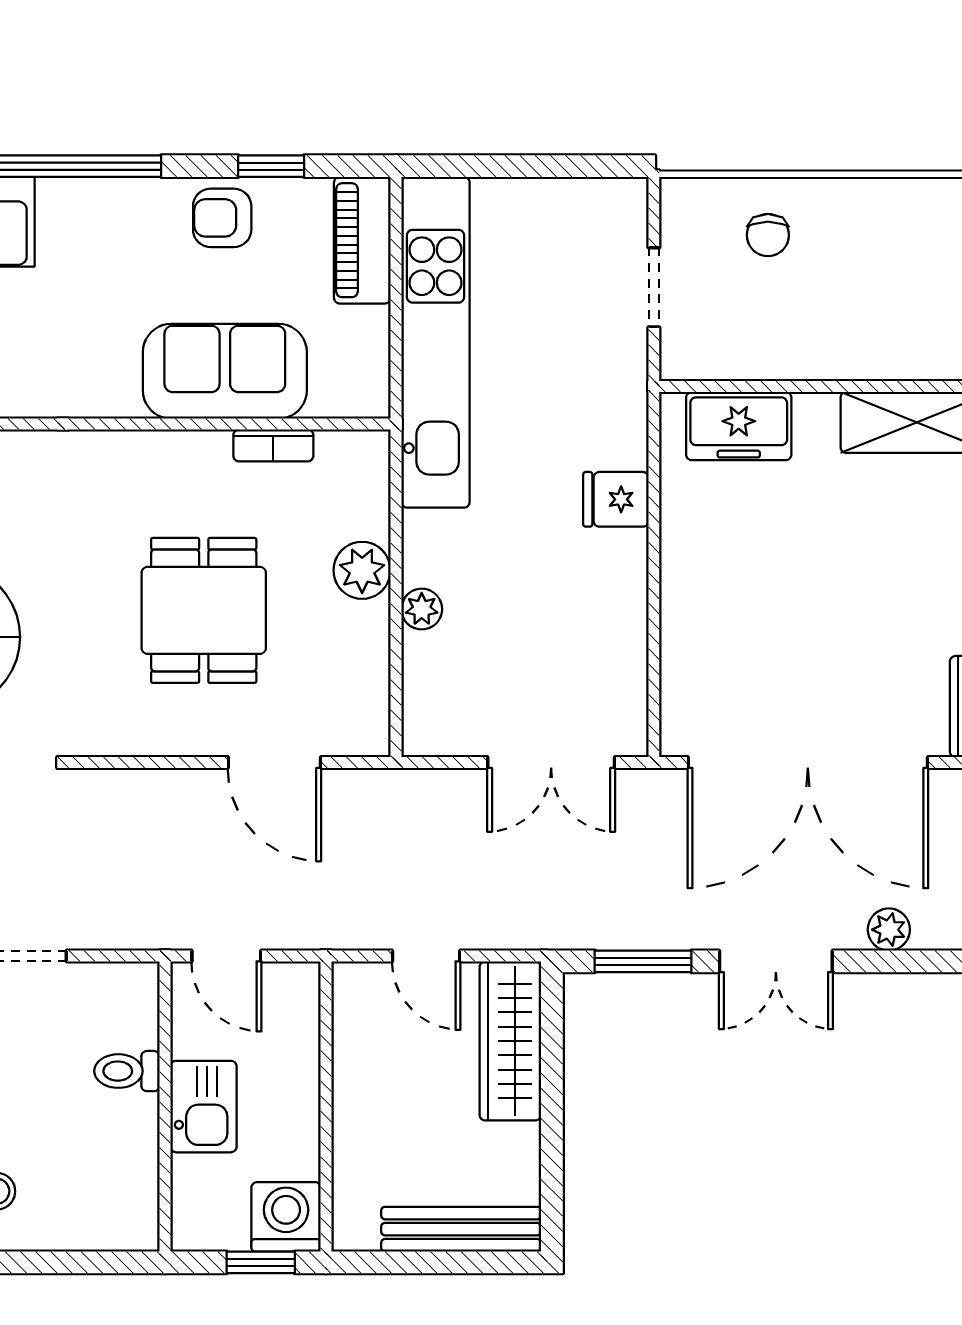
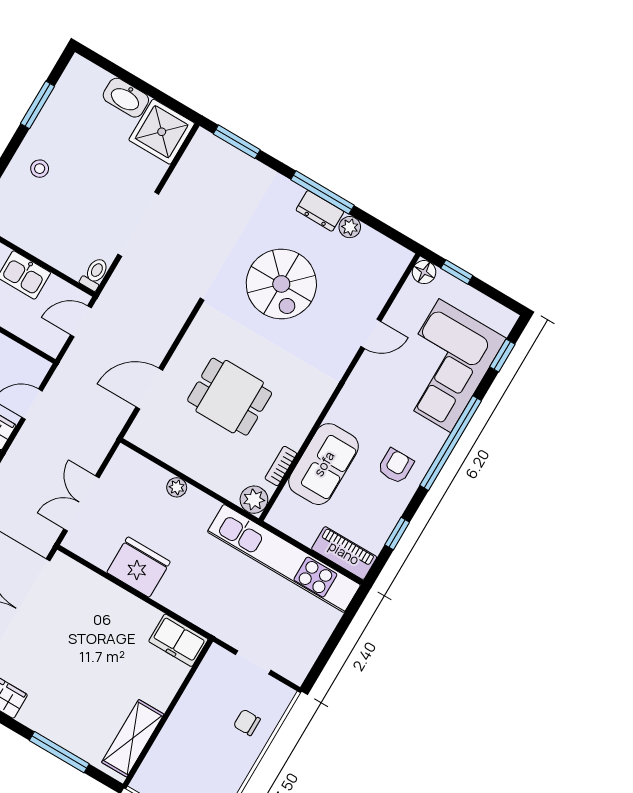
armchair: (222, 218) -> (396, 466), moved
freezer: (739, 426) -> (178, 640), moved, turned -90
fridge: (616, 499) -> (139, 567), moved, width x1.88, depth x1.34
plant: (362, 570) -> (254, 500), moved
toilet: (127, 1071) -> (95, 274), moved

